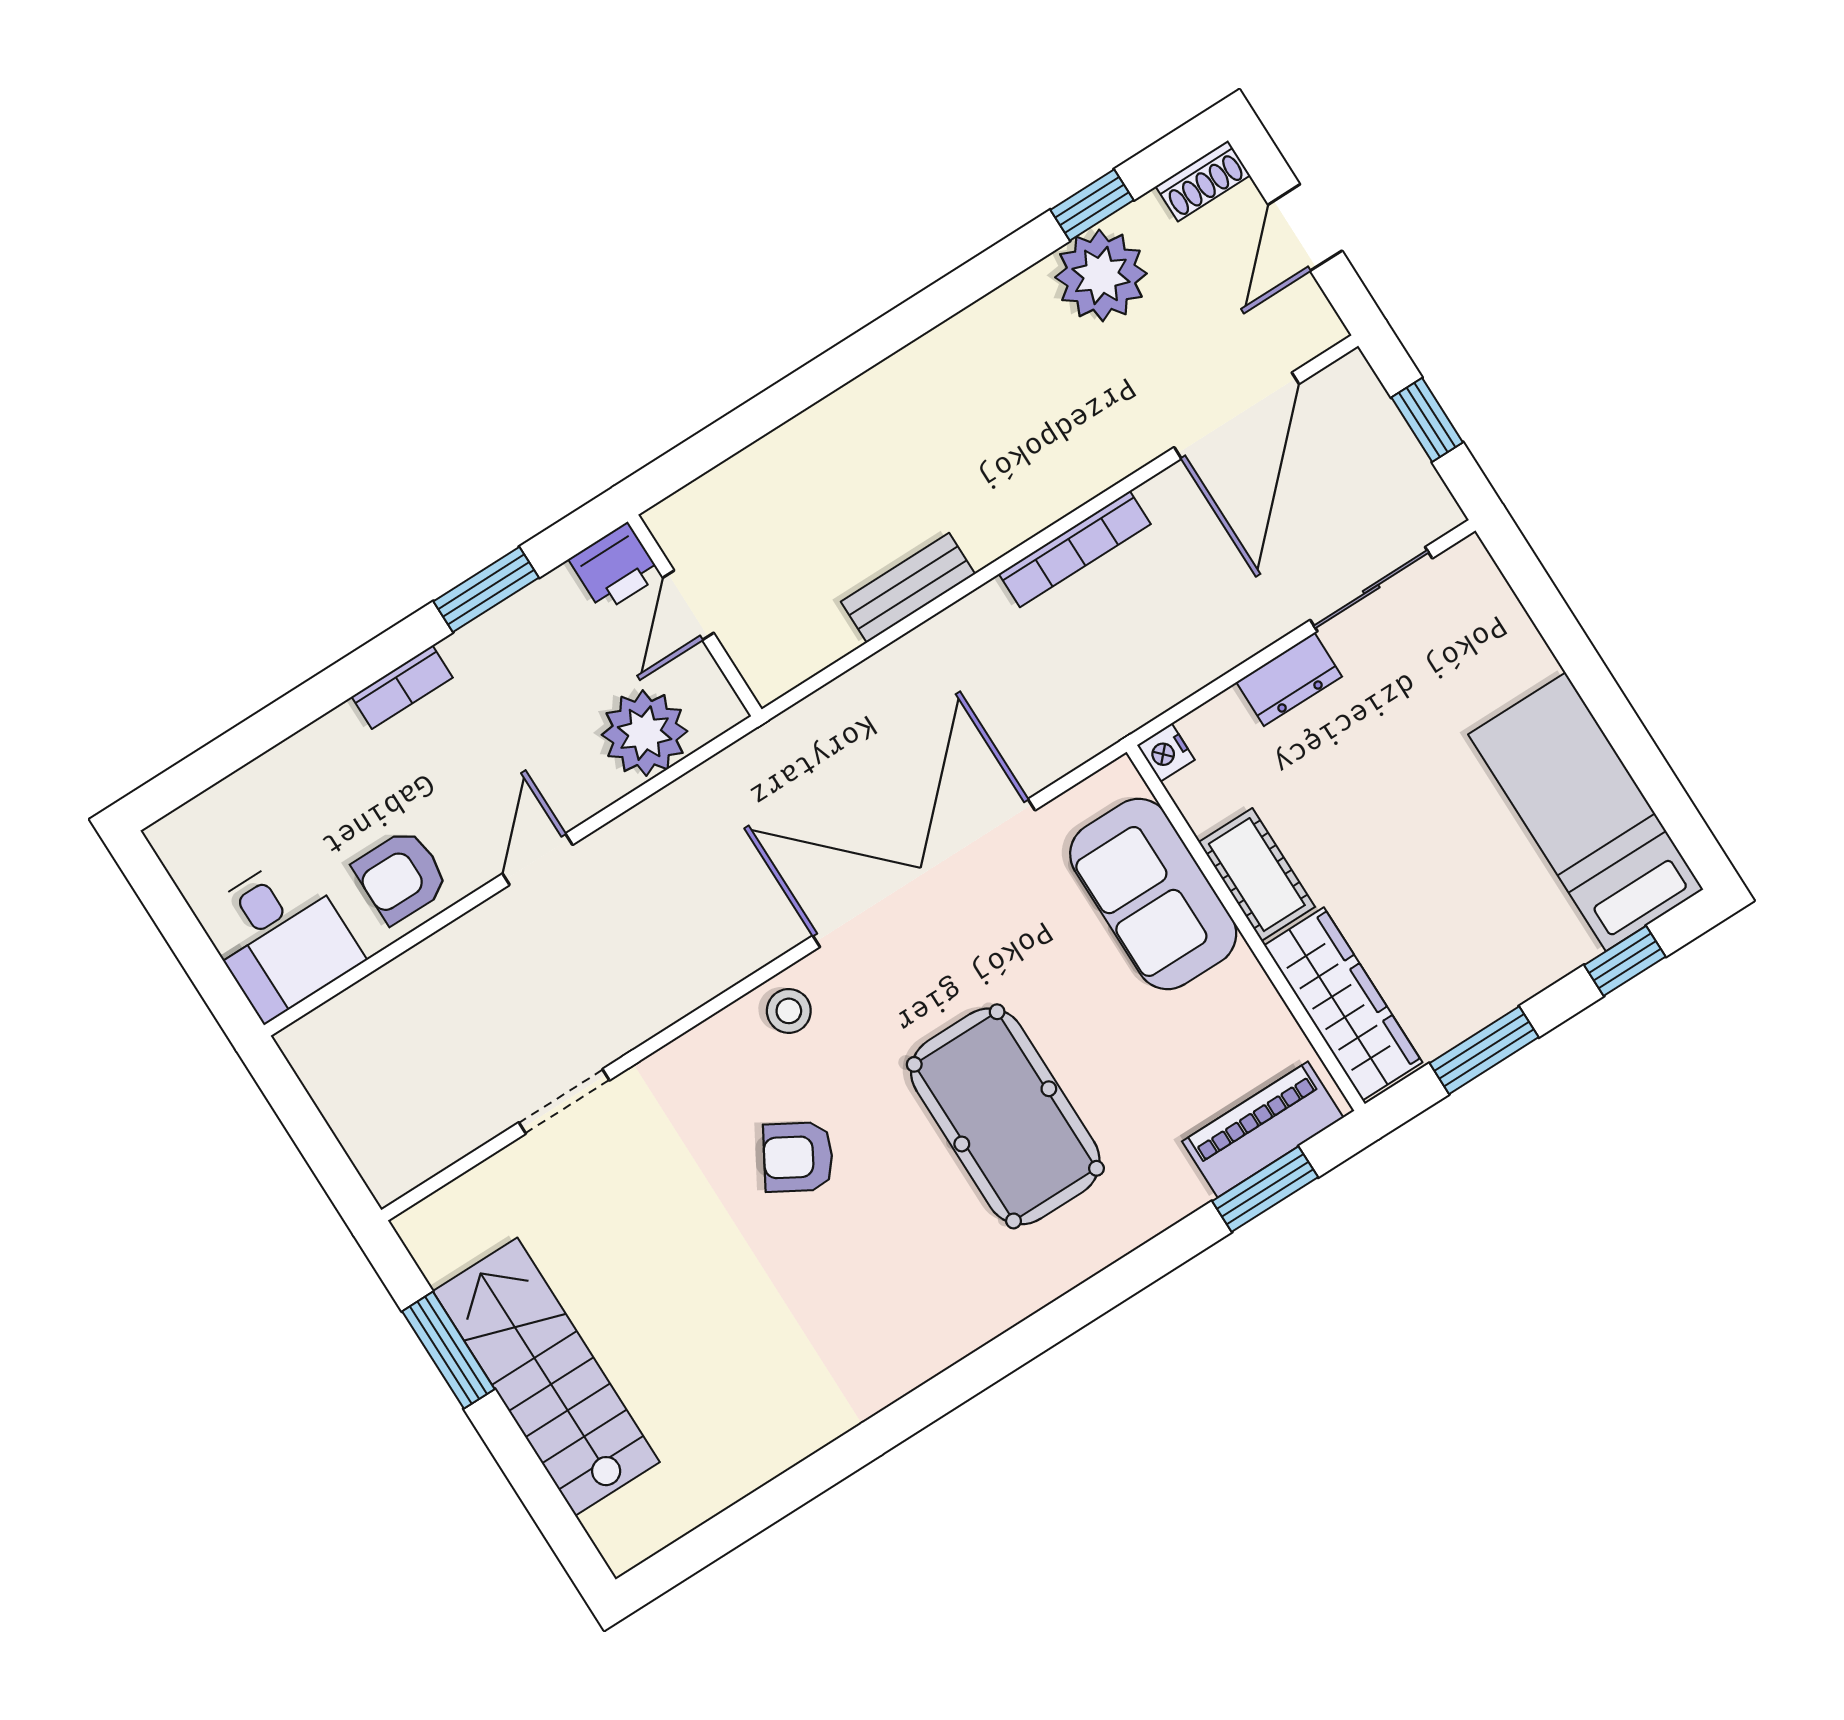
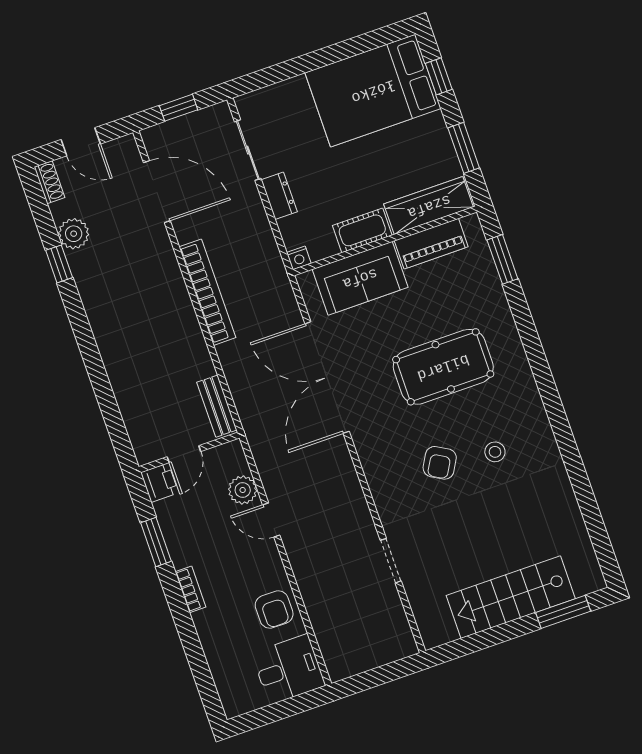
window: (1092, 205) -> (59, 264), moved
plant: (1101, 275) -> (74, 234), width x0.73, depth x0.73
bookcase: (1075, 549) -> (207, 292), width x1.48, depth x1.31
bench: (908, 588) -> (217, 406), moved
door: (688, 605) -> (184, 454), hinge flipped
plant: (645, 733) -> (243, 490), width x0.73, depth x0.73
bed: (1586, 812) -> (373, 91), width x1.50
door: (537, 859) -> (271, 520), moved
stool: (789, 1011) -> (495, 452), moved
piano: (1263, 1130) -> (431, 244), moved, turned -90
window: (448, 1350) -> (563, 612), moved

